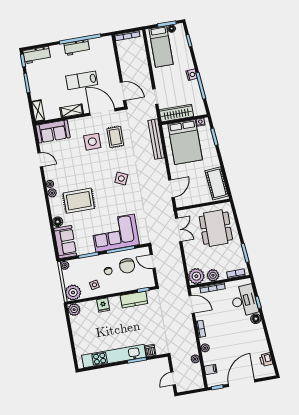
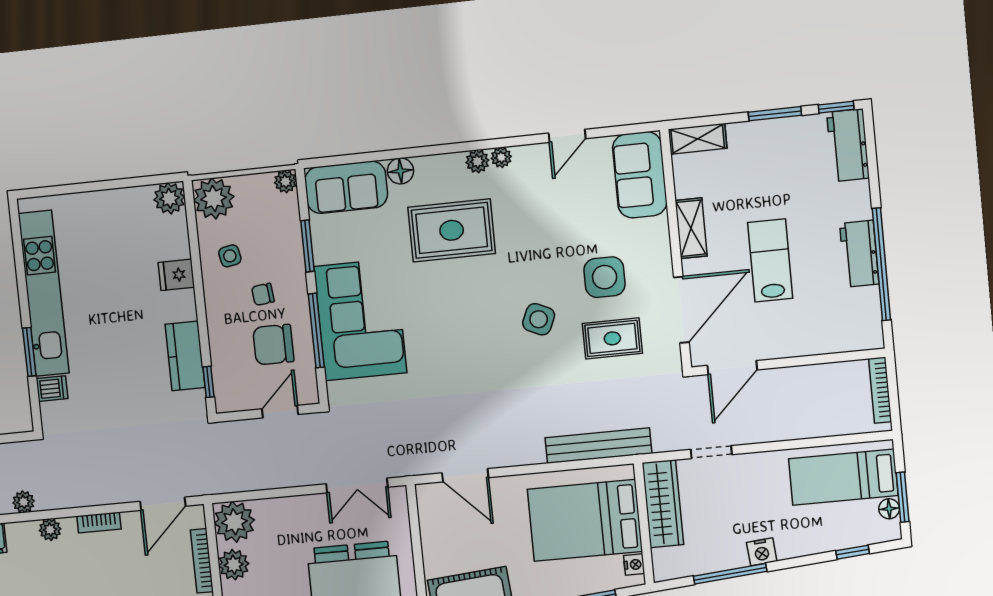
side table: (121, 179) -> (539, 319), moved
rug: (79, 201) -> (452, 230), turned 90

